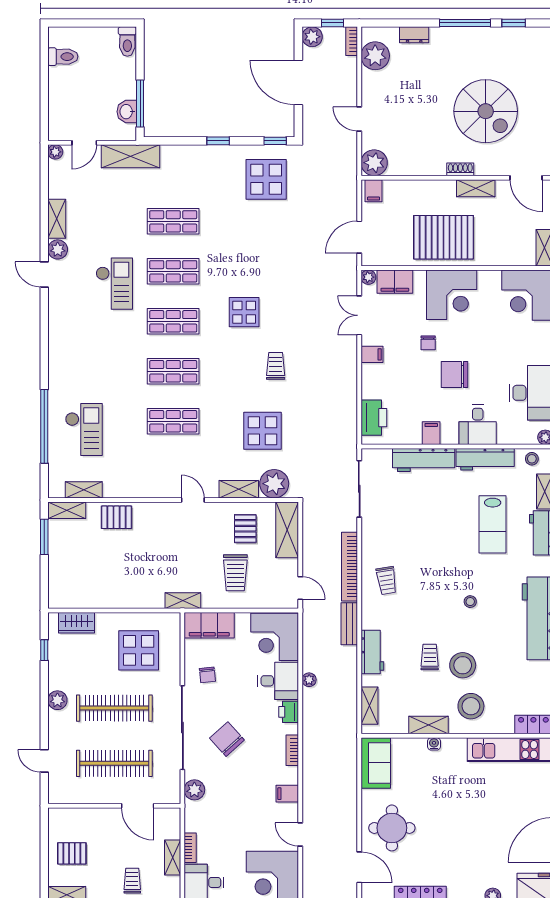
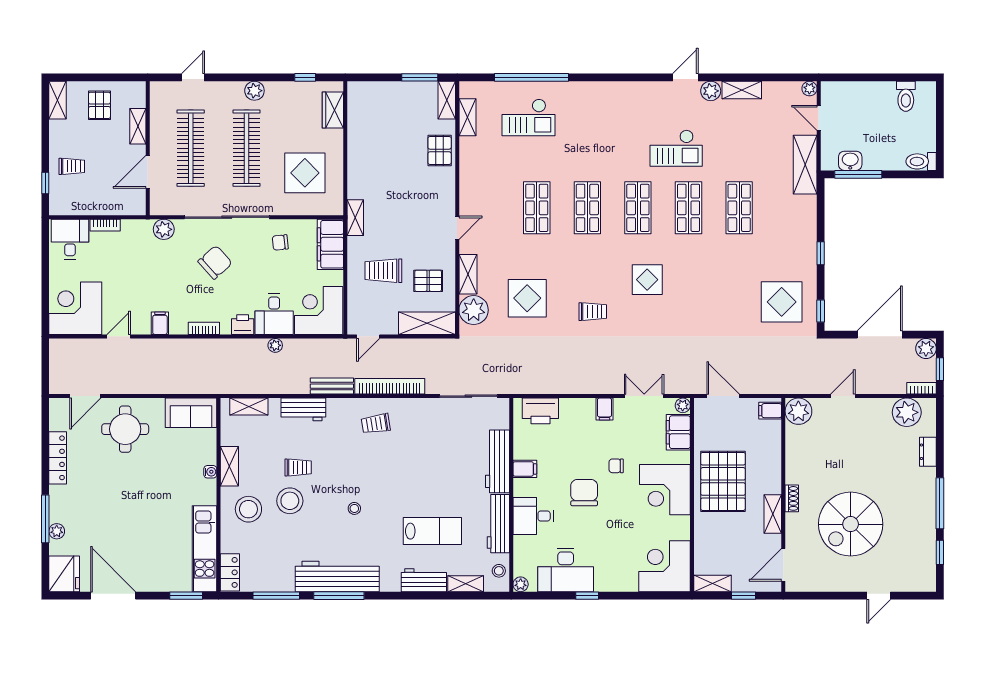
lab bench: (493, 524) -> (432, 531), turned 180
shelving: (173, 858) -> (138, 126), moved, turned 90

